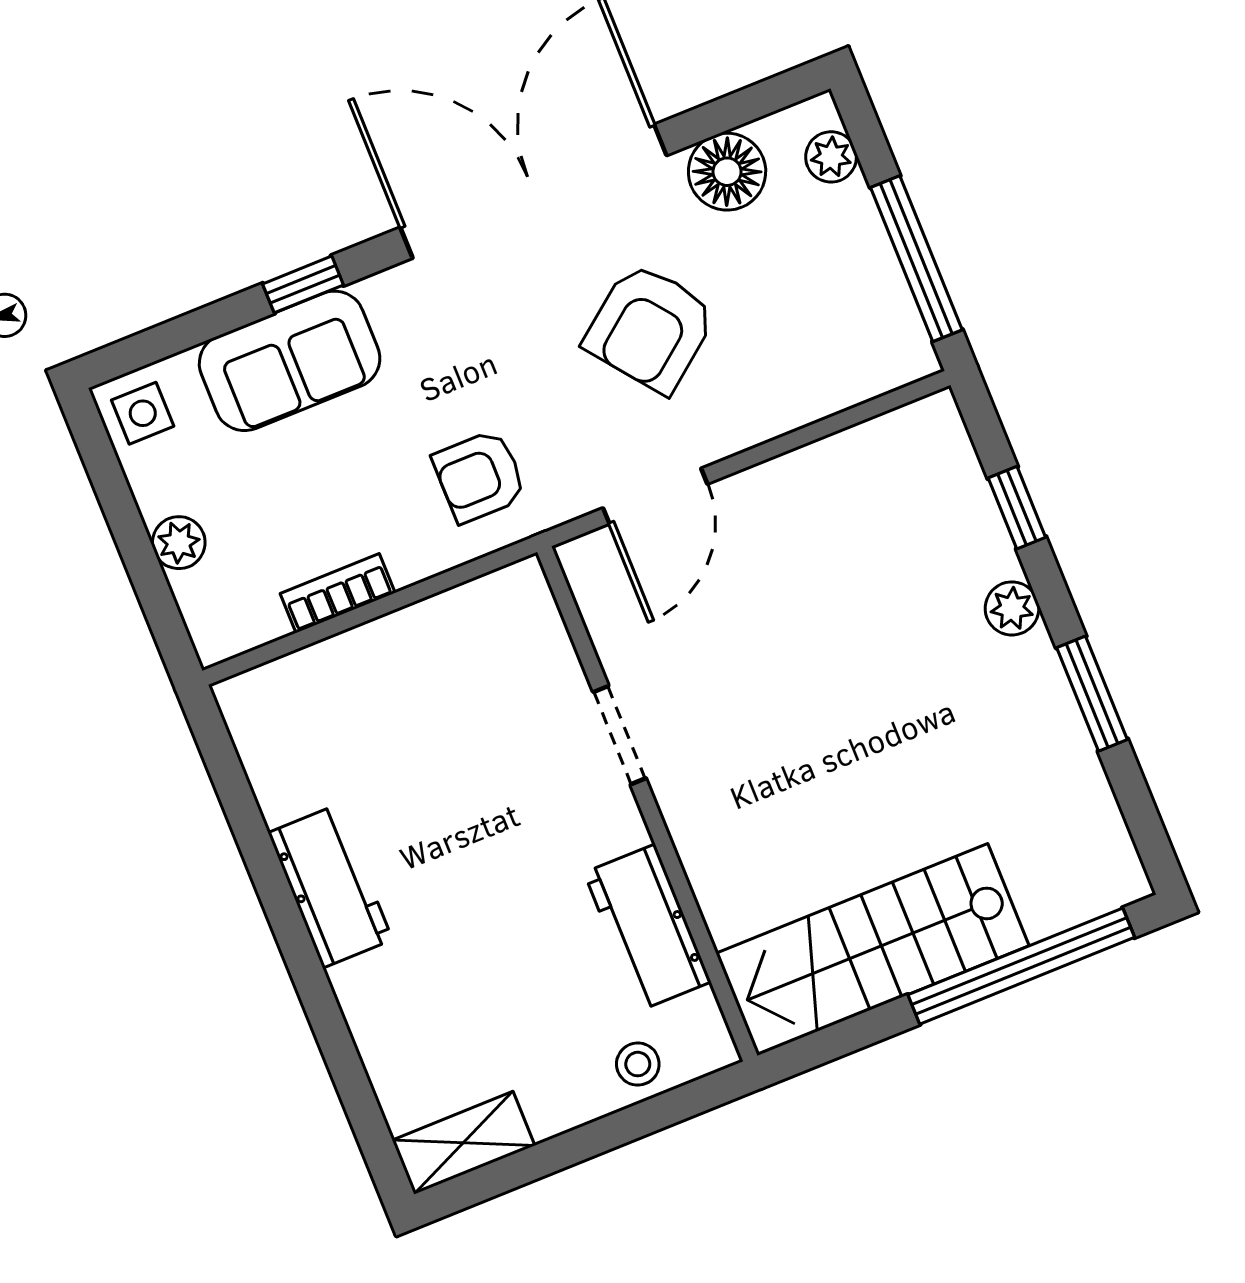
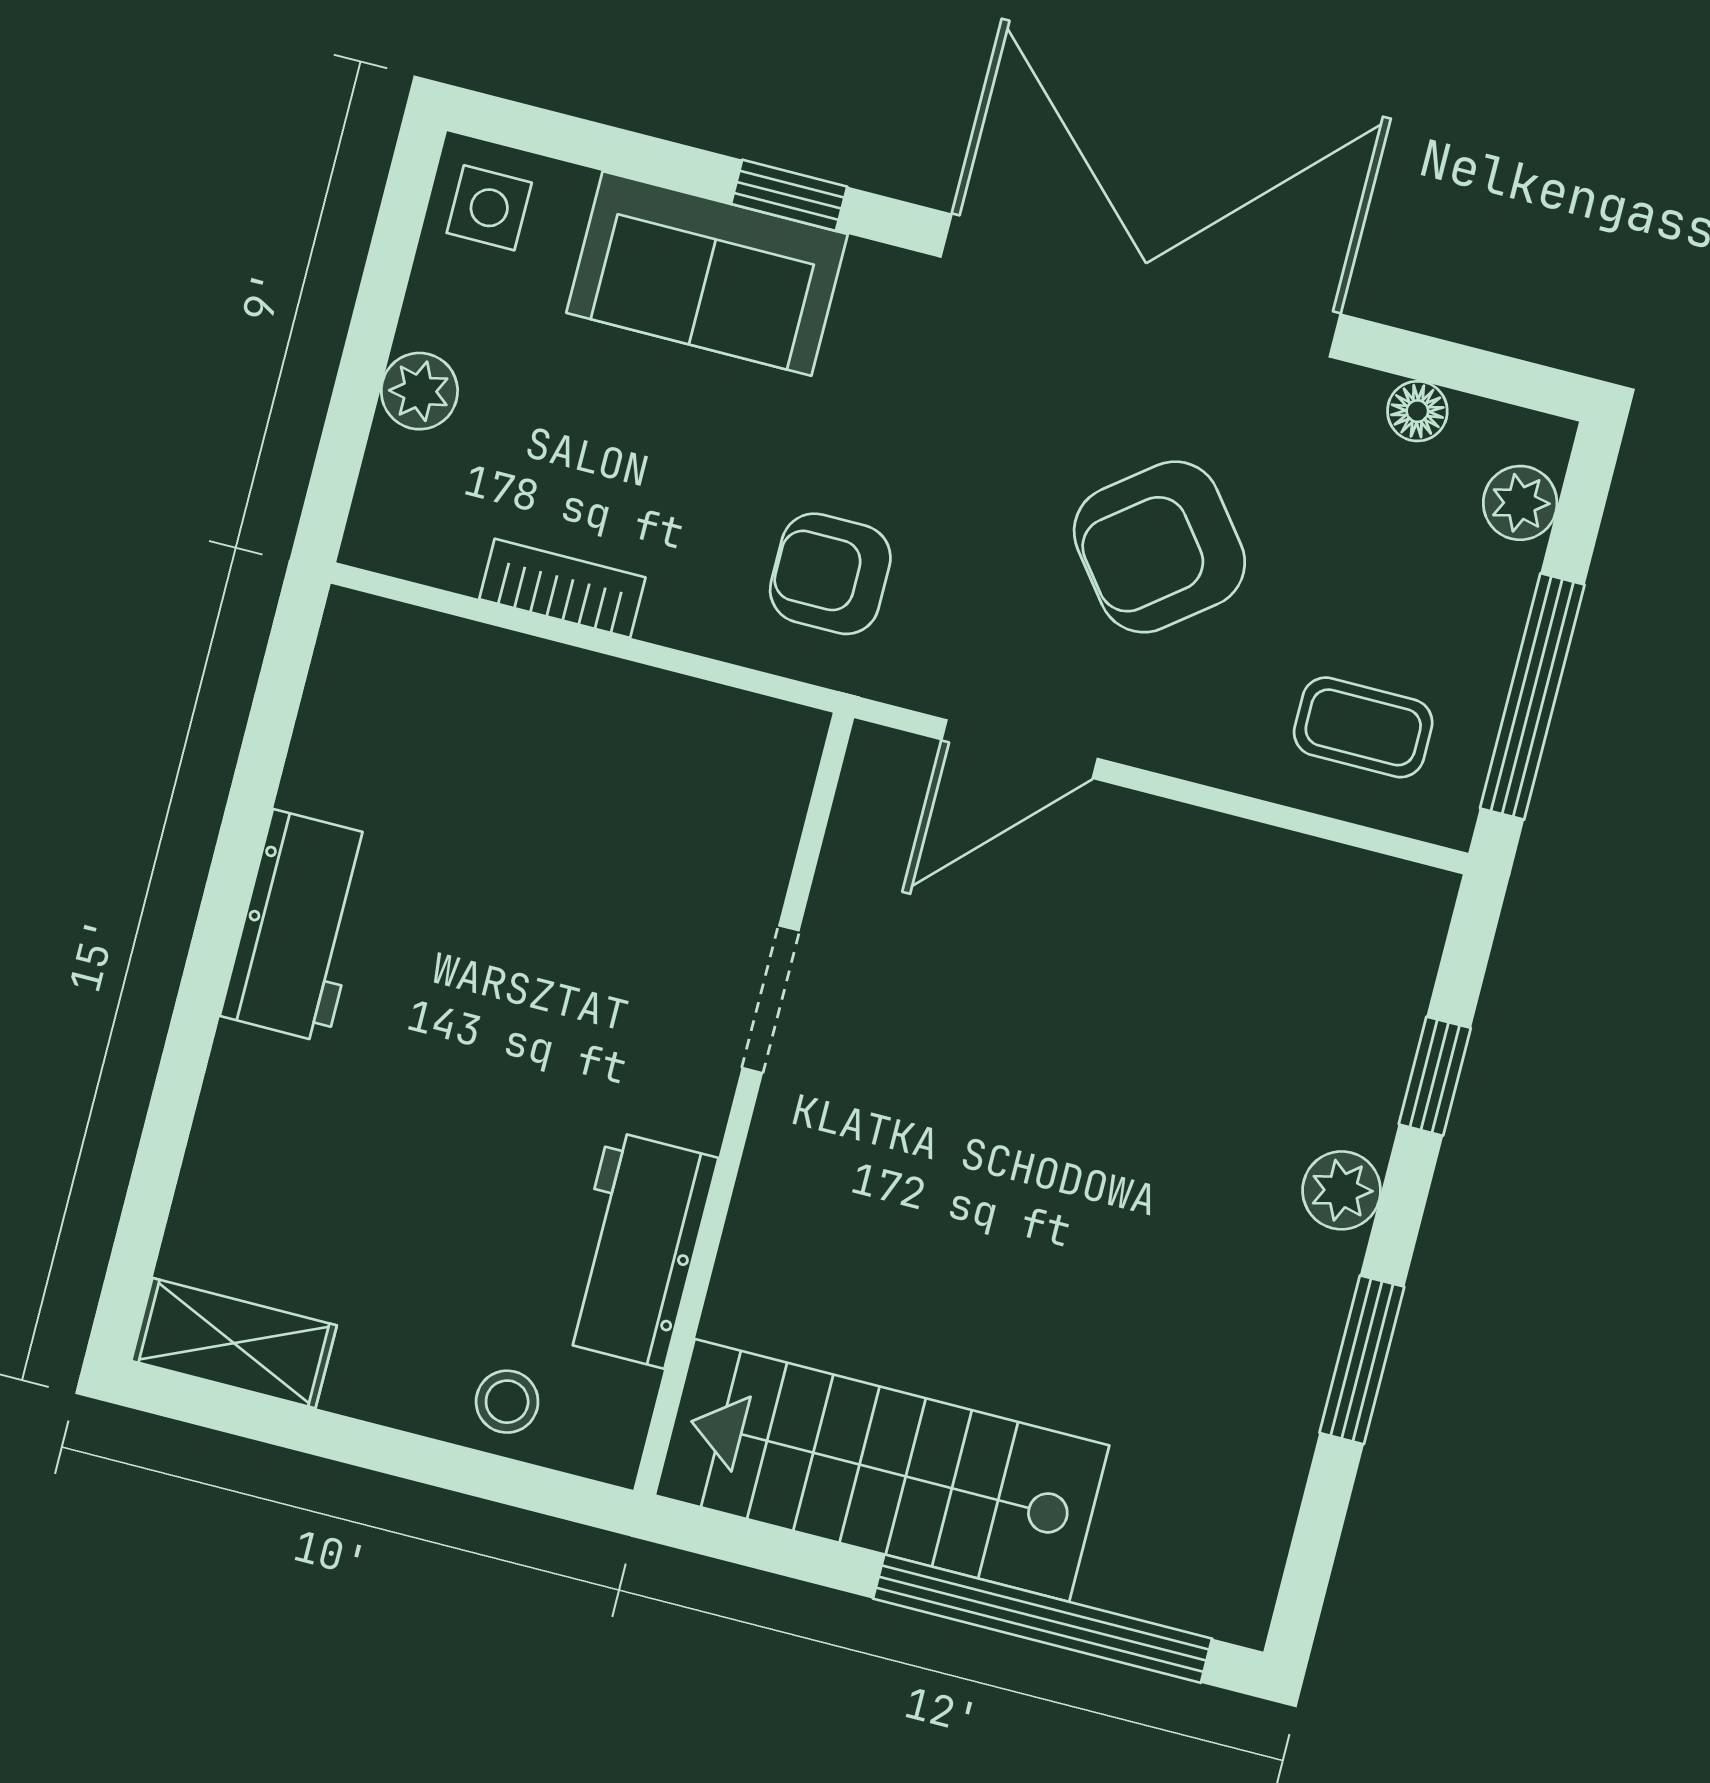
floor lamp: (727, 172) -> (1417, 411), width x0.53, depth x0.53
coffee table: (836, 344) -> (1363, 727), added

